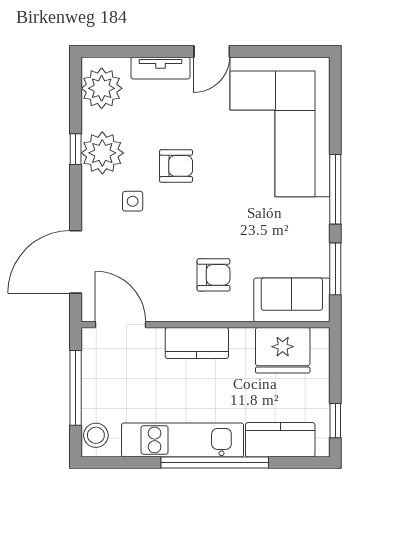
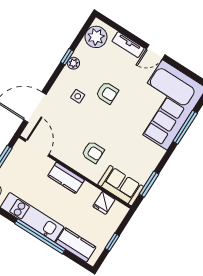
plant: (102, 153) -> (73, 63), width x0.53, depth x0.53
window: (335, 189) -> (185, 127), moved
fridge: (283, 350) -> (104, 203), width x0.53, depth x0.75
window: (335, 421) -> (112, 242), moved

